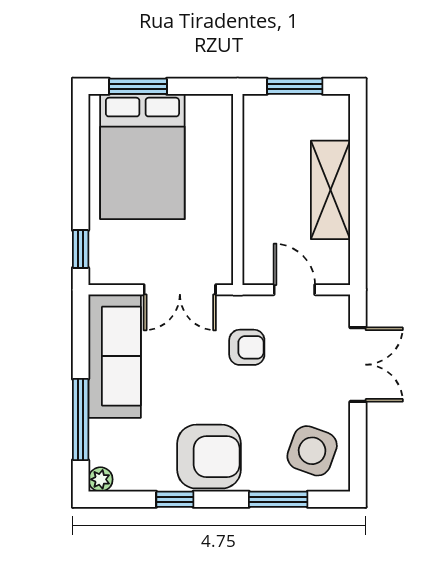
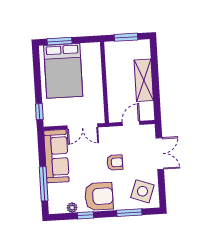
door: (294, 290) -> (131, 123), hinge flipped
armchair: (247, 347) -> (115, 162), moved
plant: (100, 479) -> (72, 208), moved

